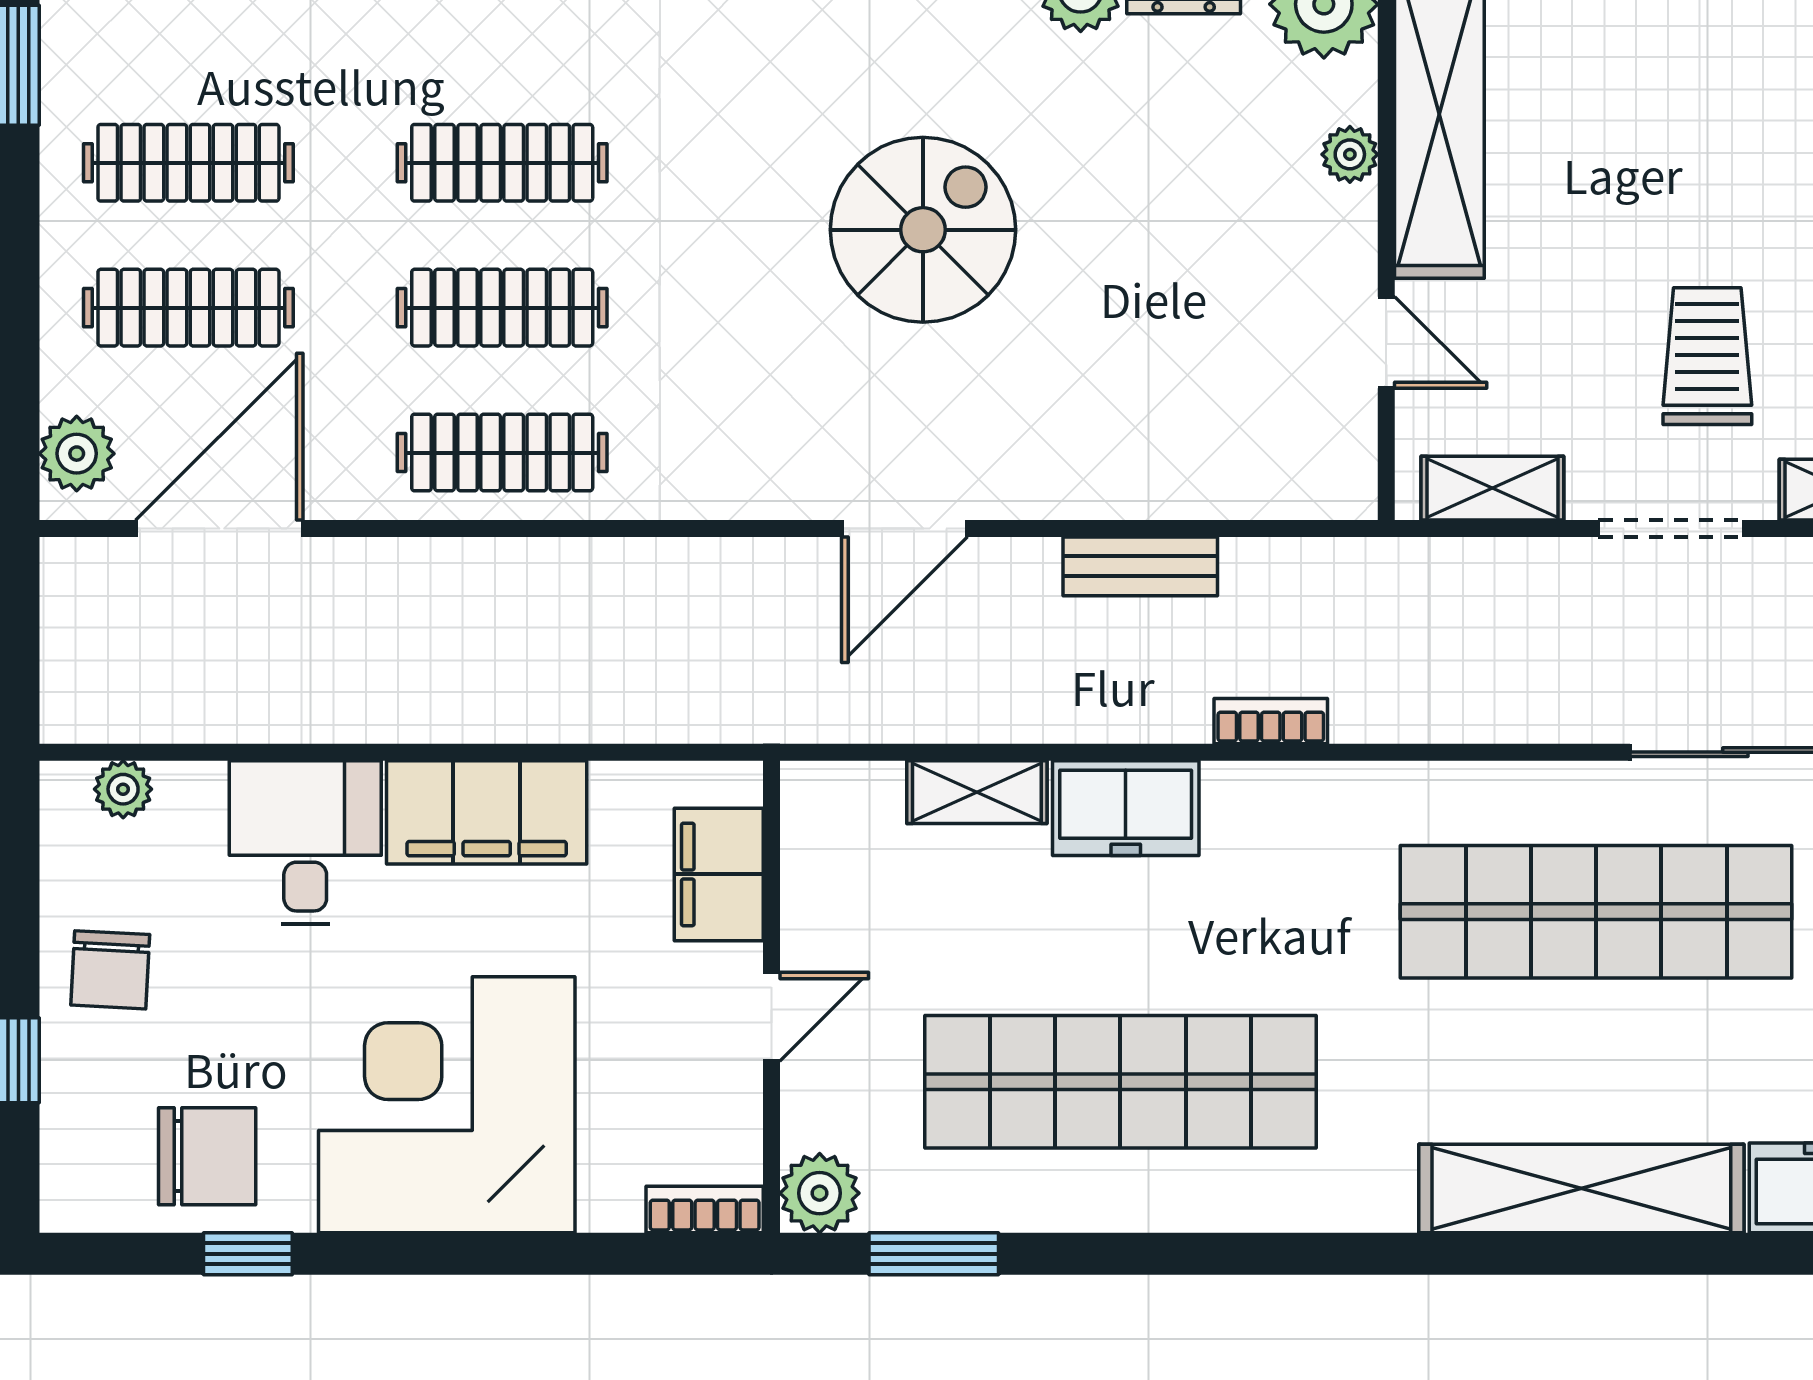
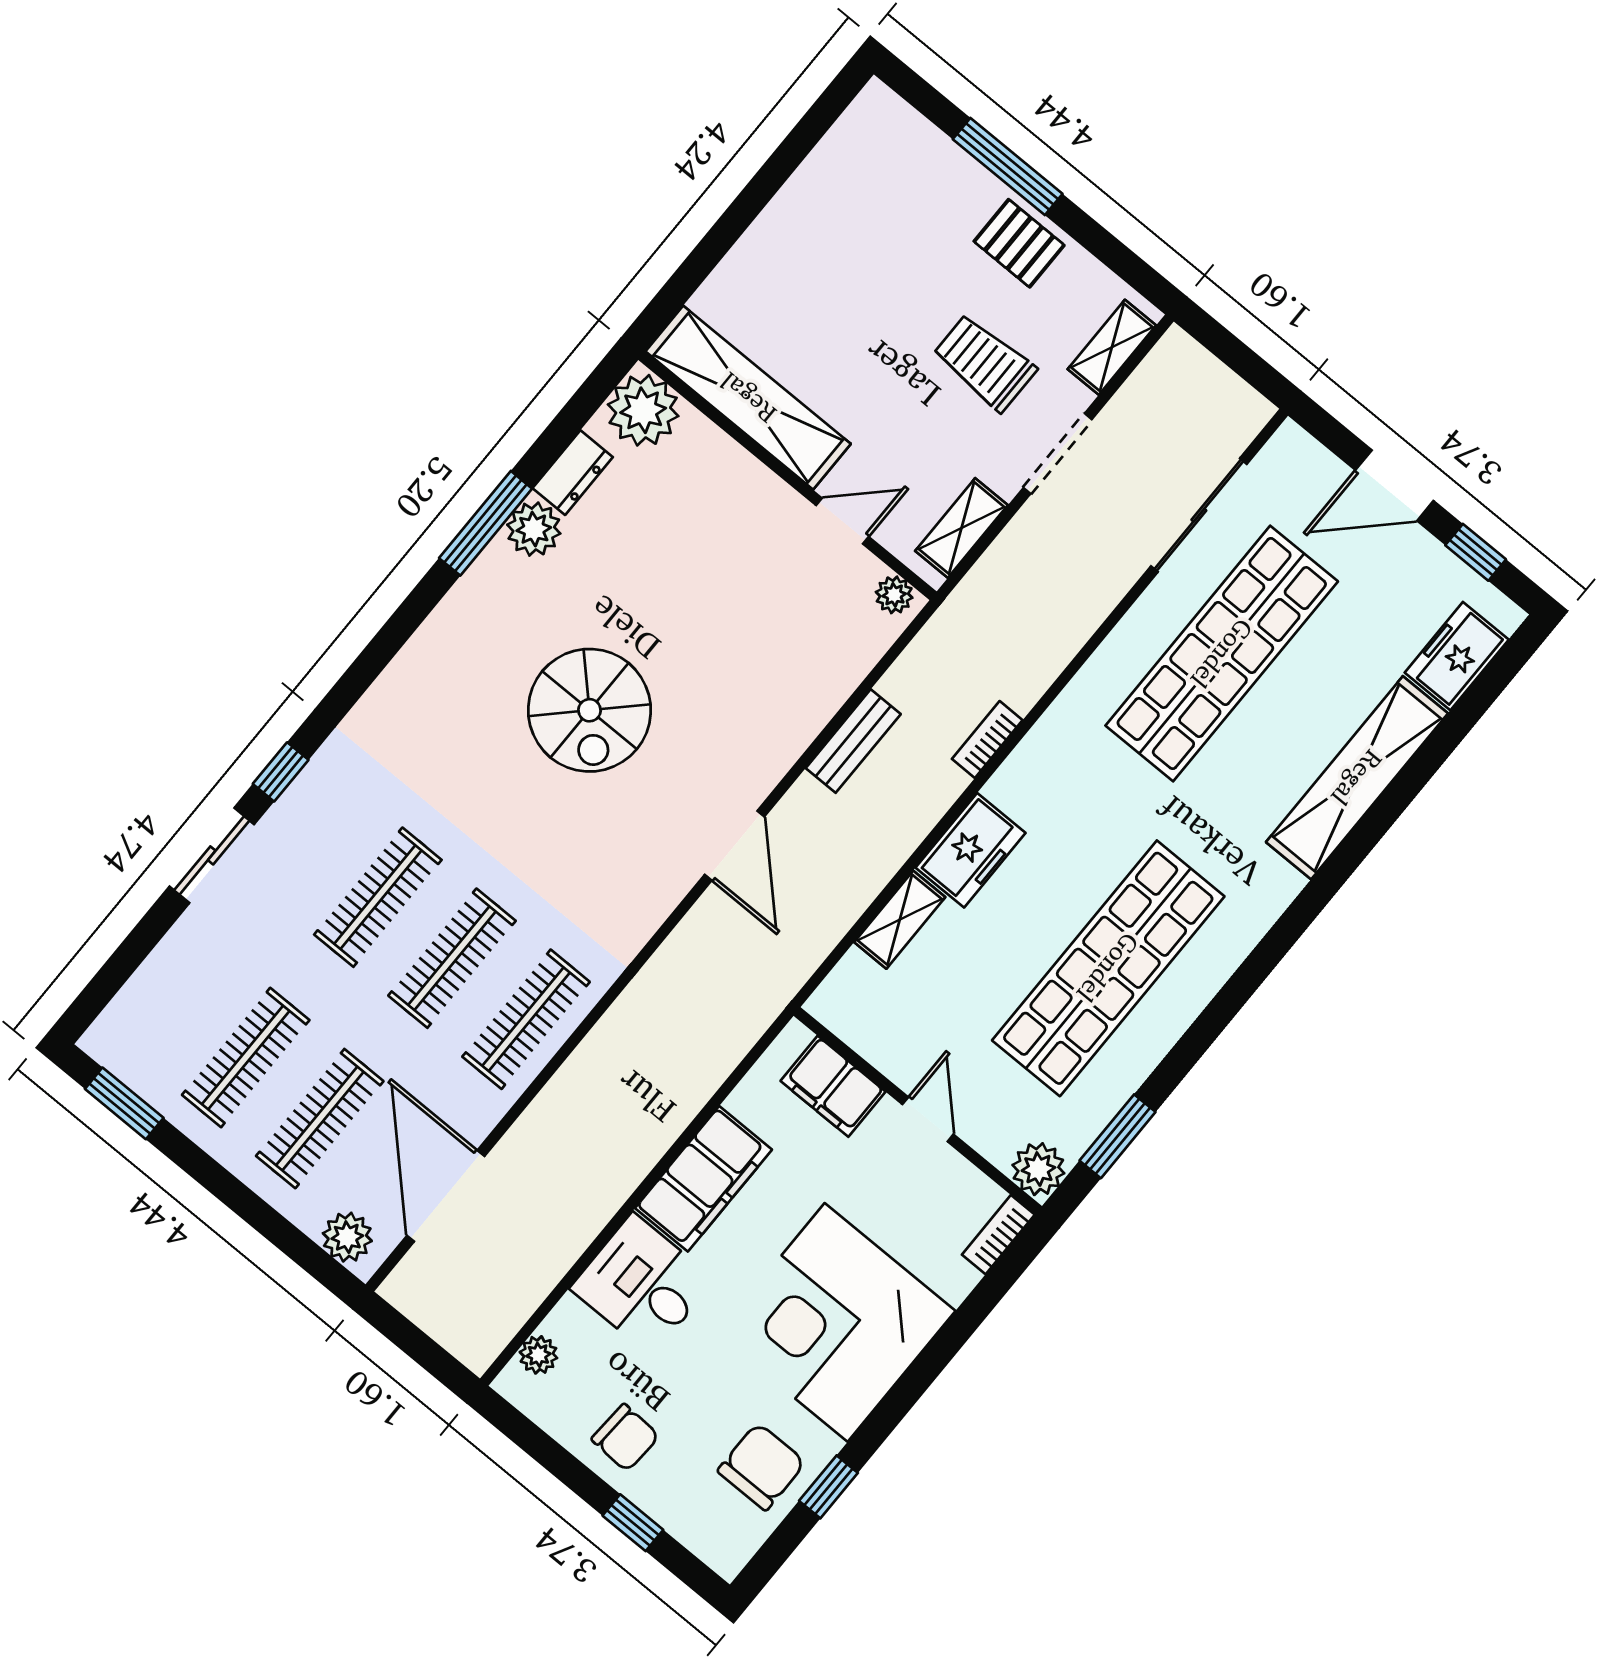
plant: (1350, 154) -> (894, 595), moved
spiral stairs: (923, 230) -> (589, 710), turned 180

